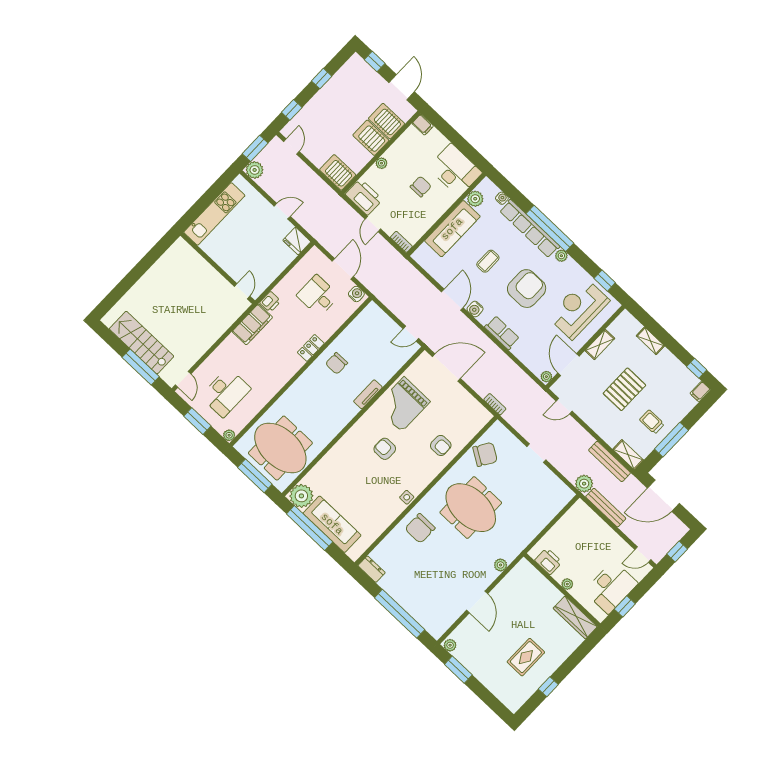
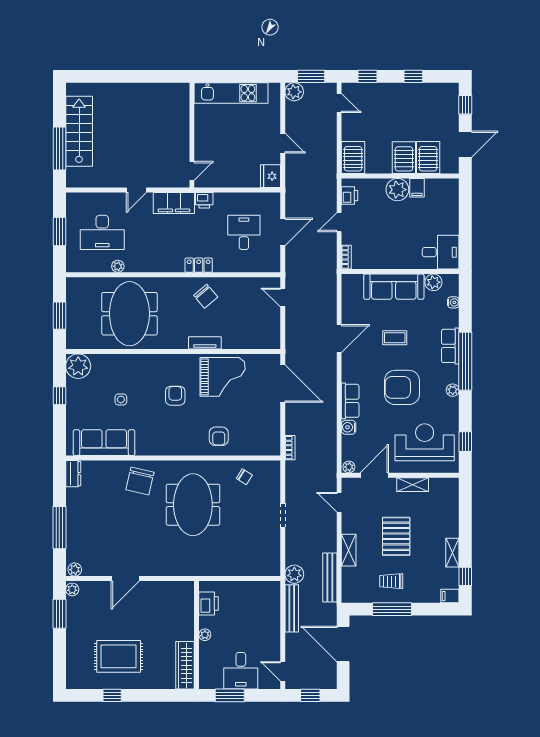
filing cabinet: (423, 125) -> (417, 188), moved
door: (291, 146) -> (339, 103), hinge flipped
plant: (381, 163) -> (397, 190), width x1.87, depth x1.87
desk: (455, 170) -> (441, 252), width x0.73
chair: (421, 187) -> (403, 232), removed
printer: (364, 197) -> (350, 196), width x0.53, depth x0.68
row of seats: (530, 229) -> (450, 346), width x0.50
armchair: (527, 289) -> (402, 387), turned 180
water cooler: (356, 294) -> (273, 261), removed
water cooler: (475, 309) -> (349, 427), moved
door: (411, 334) -> (283, 297), moved
shelving: (650, 341) -> (452, 553), moved
chair: (337, 363) -> (206, 296), turned -130
door: (183, 379) -> (136, 190), moved
pallet: (624, 389) -> (396, 536), turned 90
grand piano: (403, 404) -> (223, 377), turned 180
trolley: (652, 422) -> (391, 581), turned -90
plant: (229, 435) -> (118, 266), moved
meeting table: (280, 448) -> (129, 314), moved
chair: (485, 454) -> (244, 477), width x0.54, depth x0.54
shelving: (628, 455) -> (349, 550), moved
window: (255, 476) -> (59, 316), width x0.69
side table: (407, 497) -> (121, 399), moved
sofa: (332, 524) -> (104, 443), moved, turned -90
window: (310, 528) -> (59, 396), width x0.32
chair: (420, 528) -> (140, 481), turned -77
plant: (501, 565) -> (75, 570), moved
desk: (611, 587) -> (241, 671), width x0.73
window: (625, 606) -> (230, 695), width x1.50
window: (400, 614) -> (59, 528), width x0.68
rug: (526, 657) -> (119, 656), width x1.36, depth x1.43

